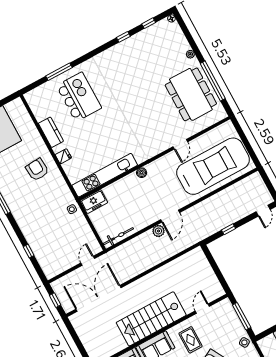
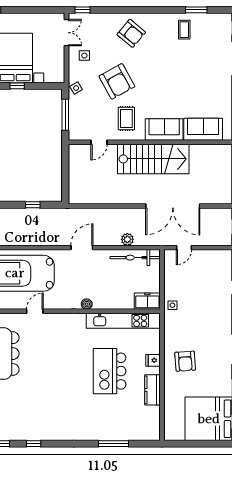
kitchen island: (79, 97) -> (110, 371), moved
plant: (158, 231) -> (127, 239), moved
bicycle: (118, 236) -> (135, 258), width x1.37, depth x1.40
double door: (98, 298) -> (173, 206), moved

